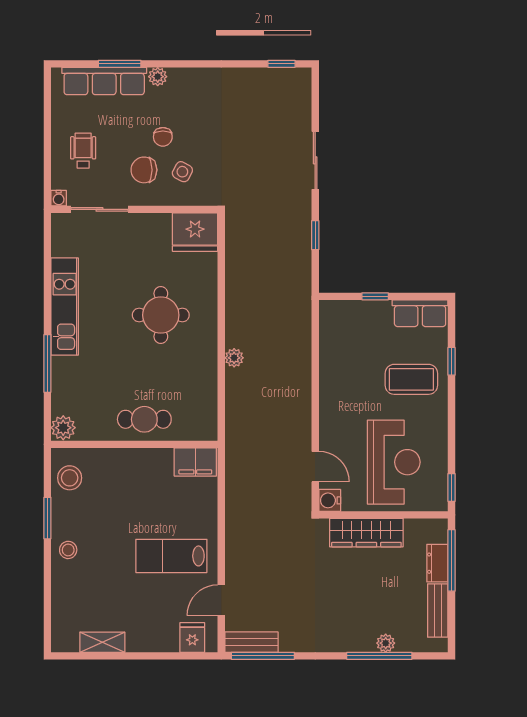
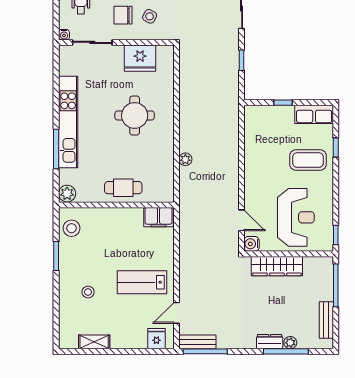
fridge: (195, 232) -> (140, 58), moved
kitchen unit: (65, 307) -> (68, 122), width x1.36
plant: (234, 358) -> (185, 159), moved
stool: (68, 550) -> (88, 292), moved
dresser: (437, 563) -> (270, 342), moved, turned 90

